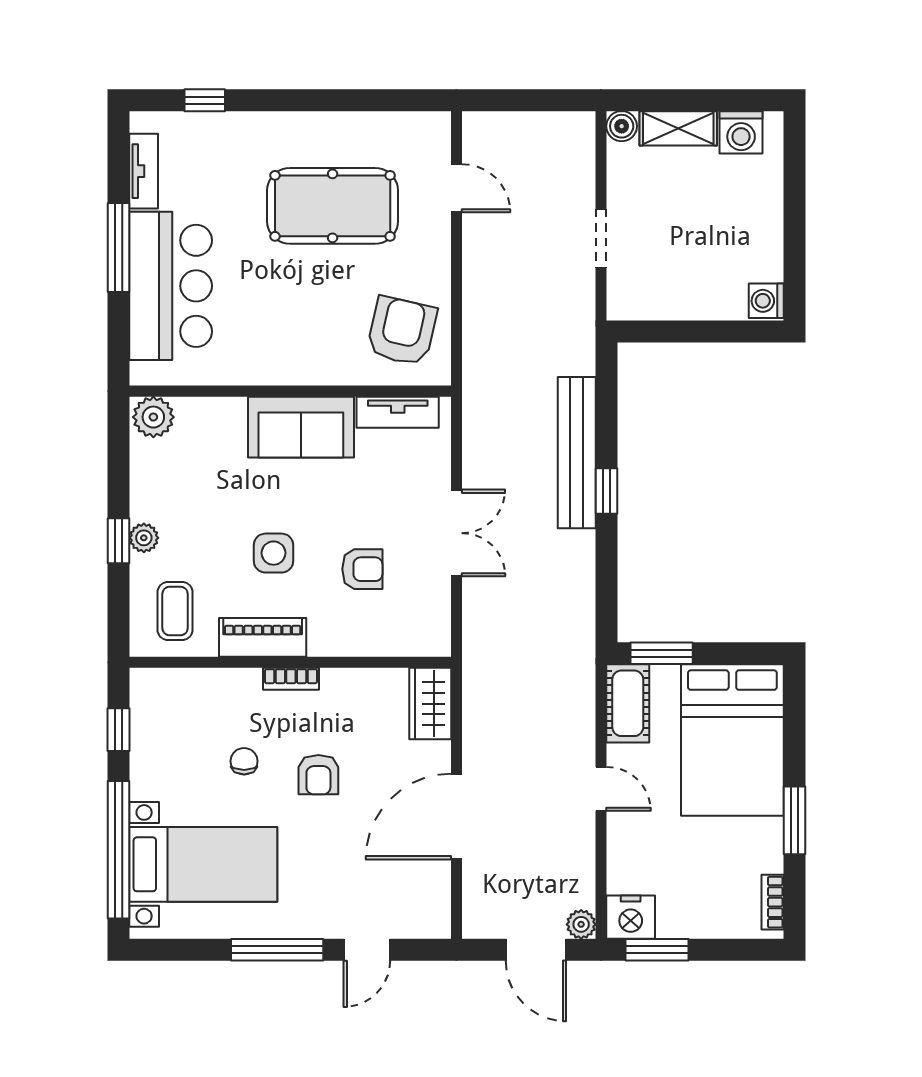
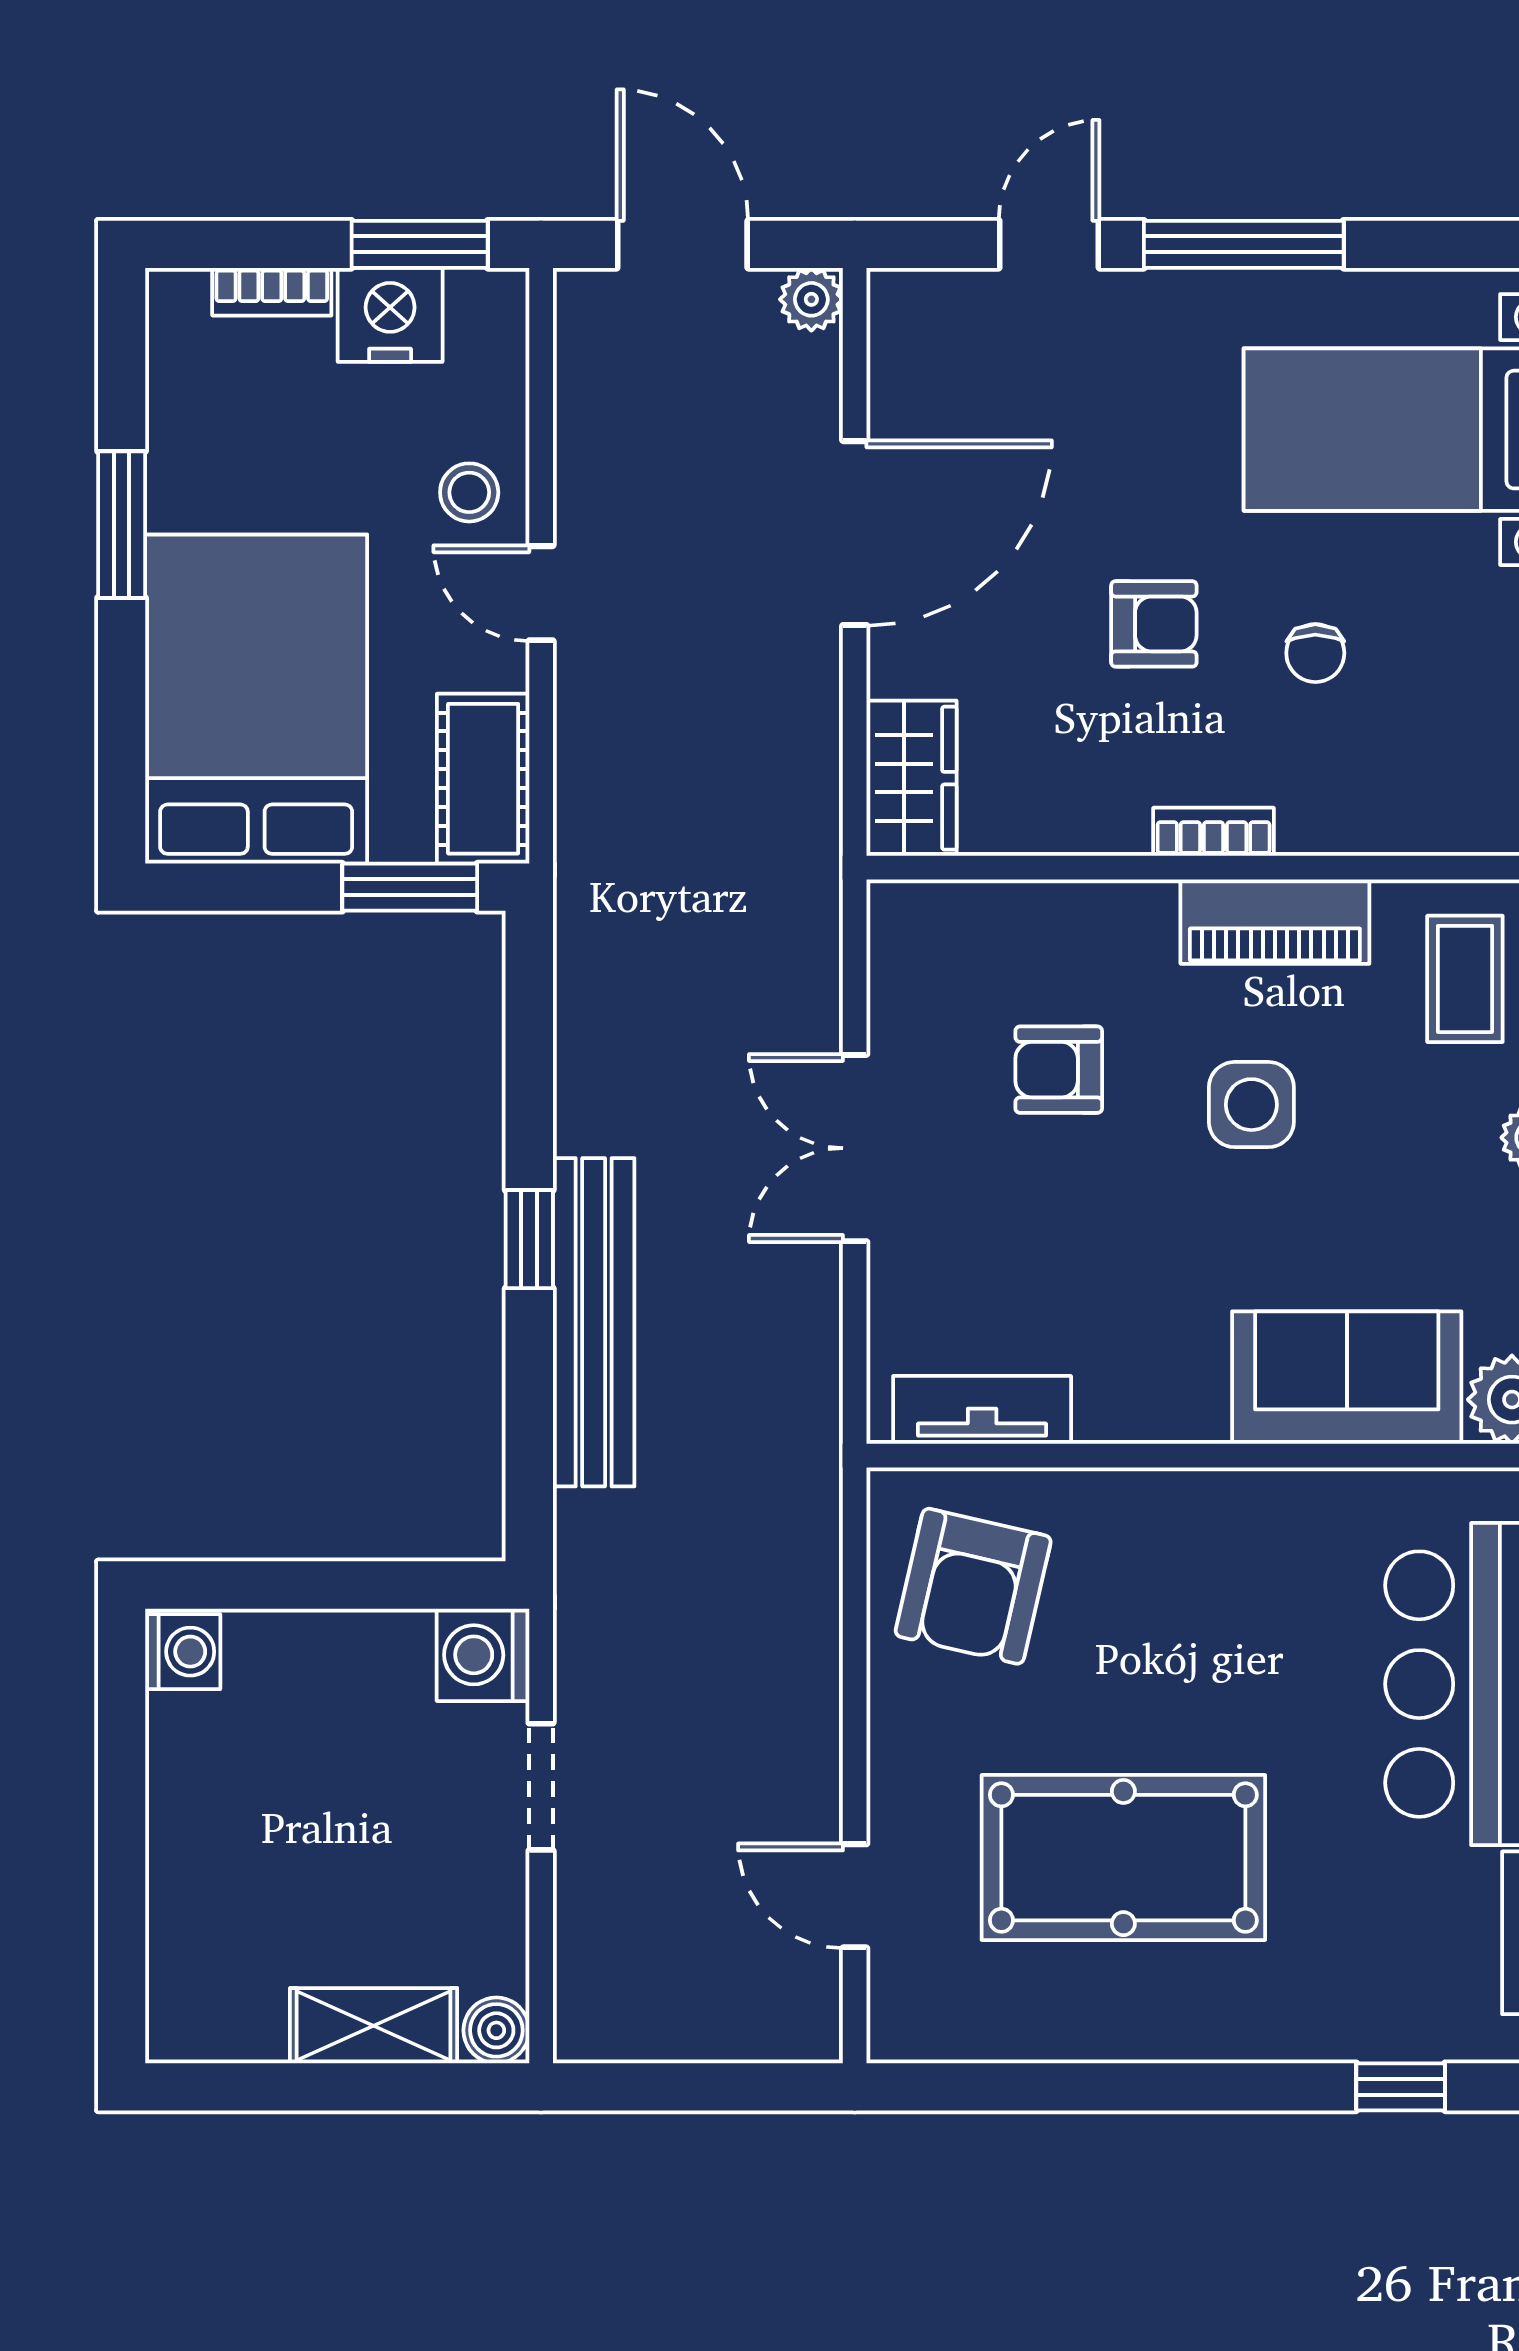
washing machine: (741, 132) -> (483, 1655), moved, turned -90
sofa: (301, 427) -> (1347, 1378), moved
armchair: (318, 775) -> (1154, 624), turned 90
stool: (634, 835) -> (469, 492), added
bookcase: (773, 902) -> (272, 292), moved, turned 90
nightstand: (631, 917) -> (390, 315), moved
plant: (581, 924) -> (811, 299), moved

